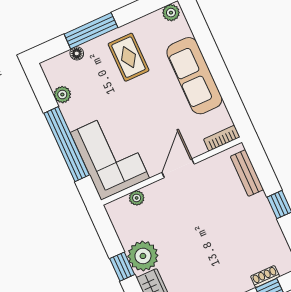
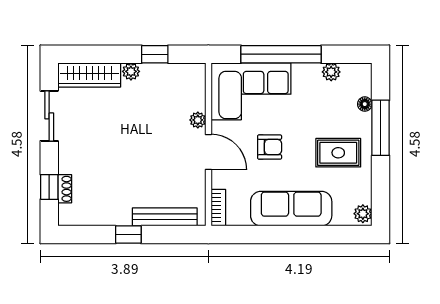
armchair: (150, 118) -> (270, 147), added
bench: (247, 173) -> (165, 217), width x1.36
plant: (137, 198) -> (198, 120), moved
plant: (143, 256) -> (131, 71), width x0.53, depth x0.53
window: (122, 267) -> (155, 54), moved

